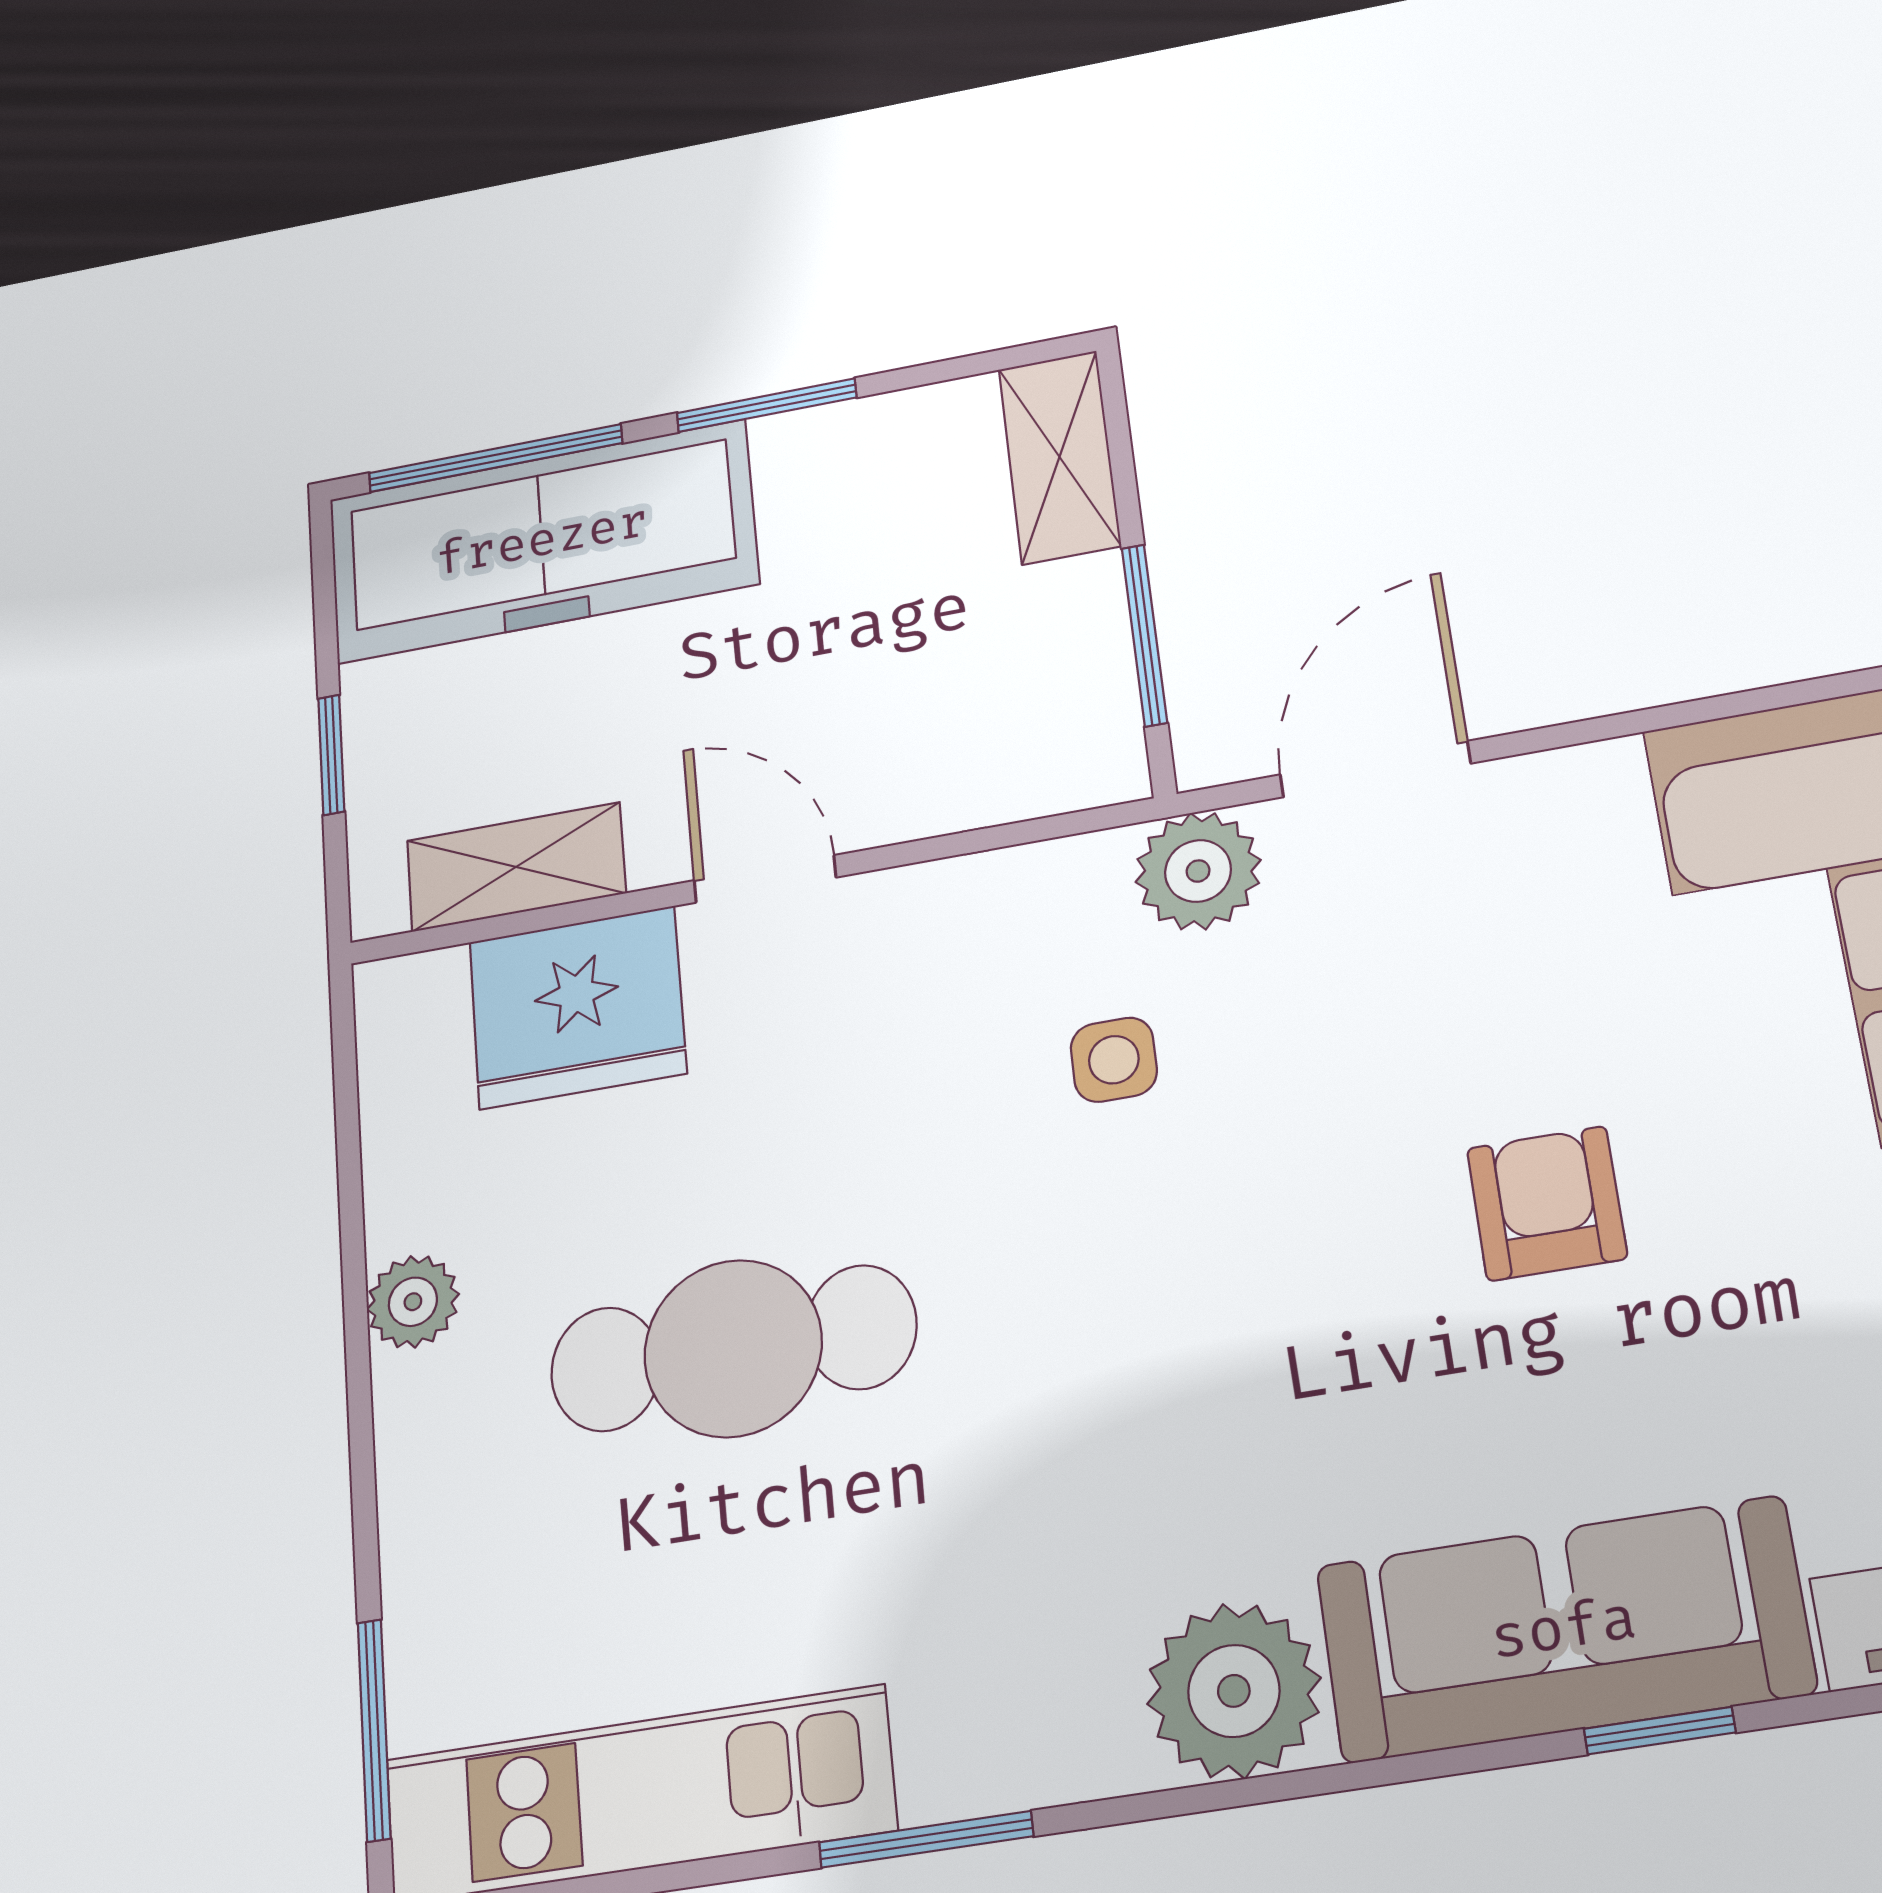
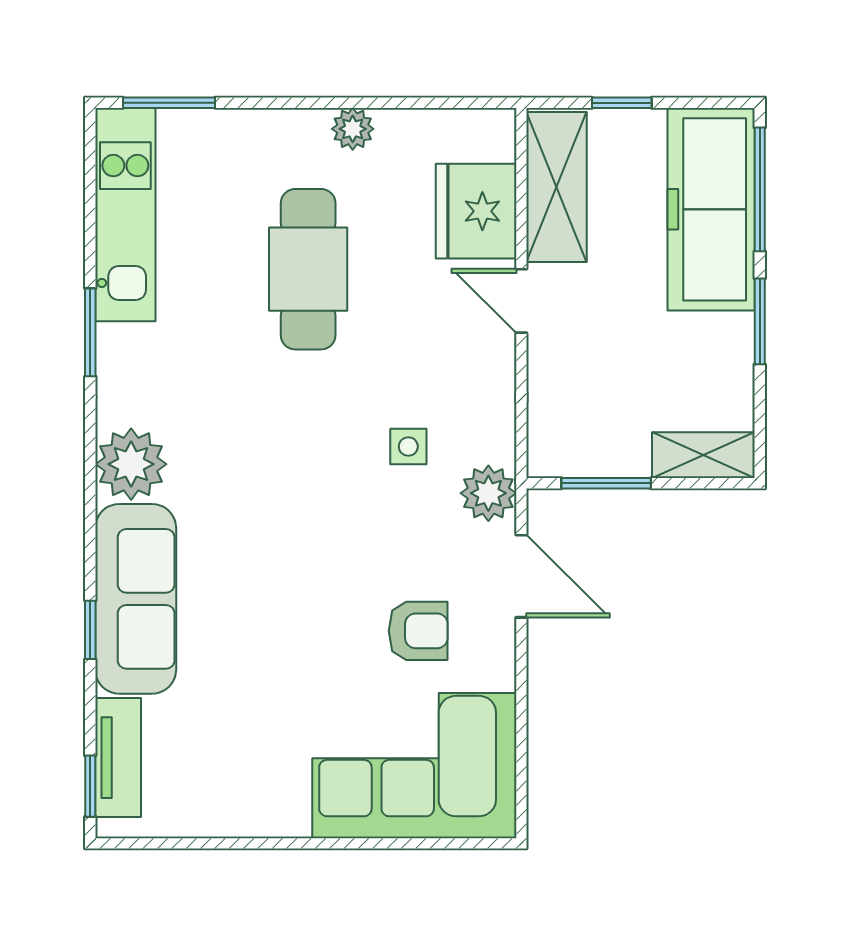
shelving: (516, 867) -> (556, 187), width x1.50, depth x1.33
door: (765, 879) -> (521, 301), swing flipped
armchair: (1547, 1203) -> (418, 631), moved

